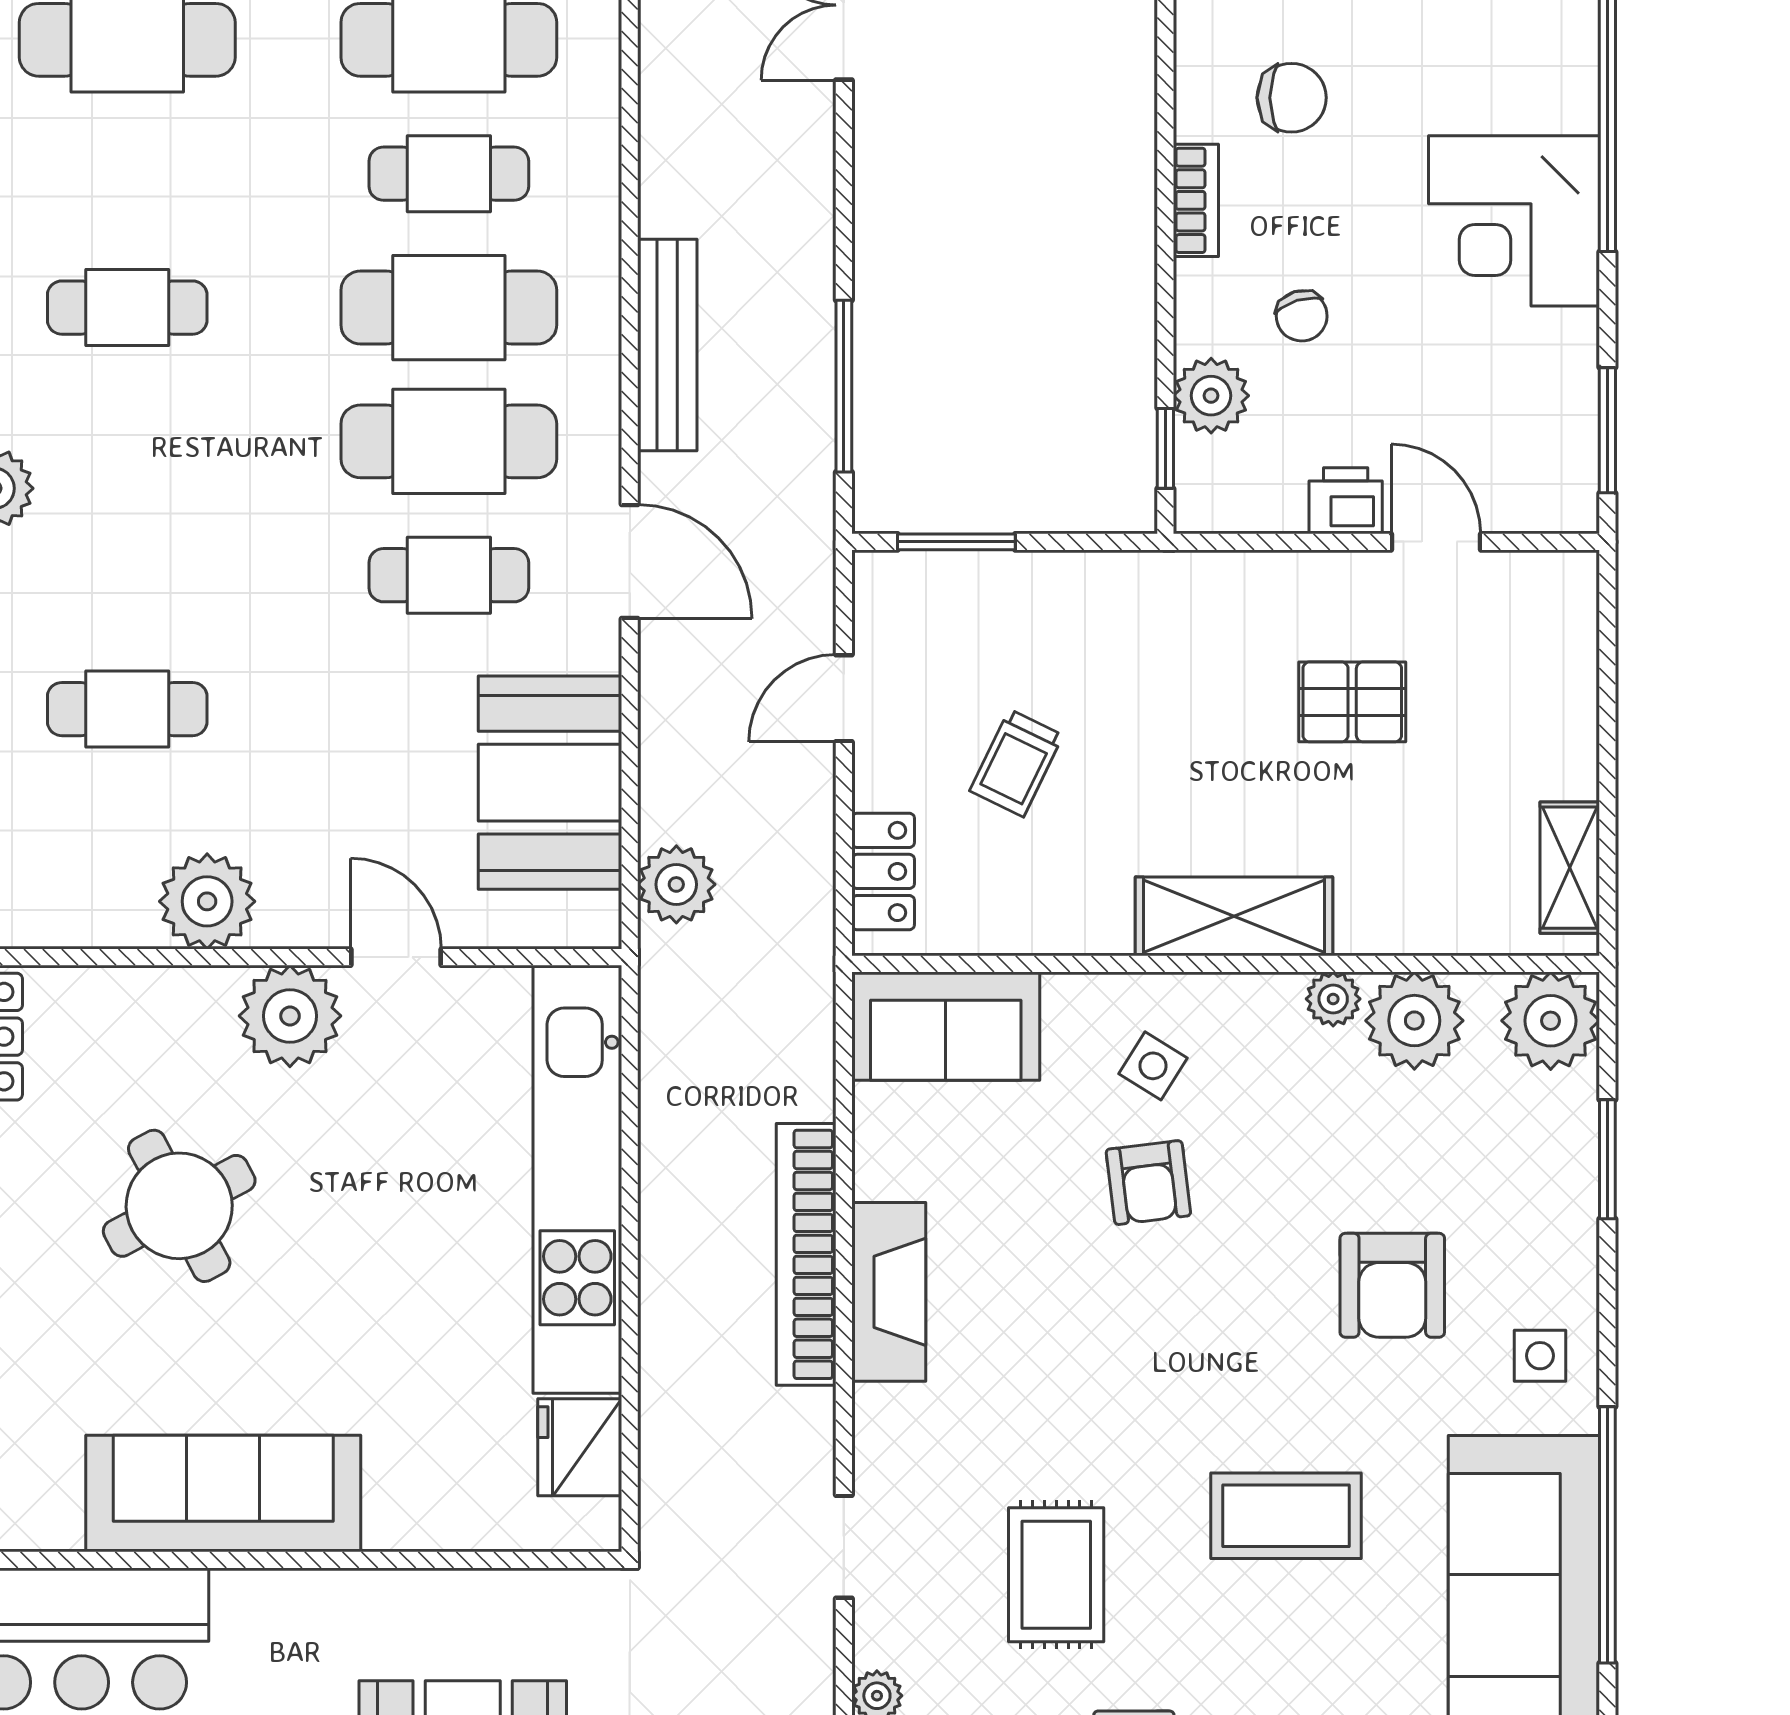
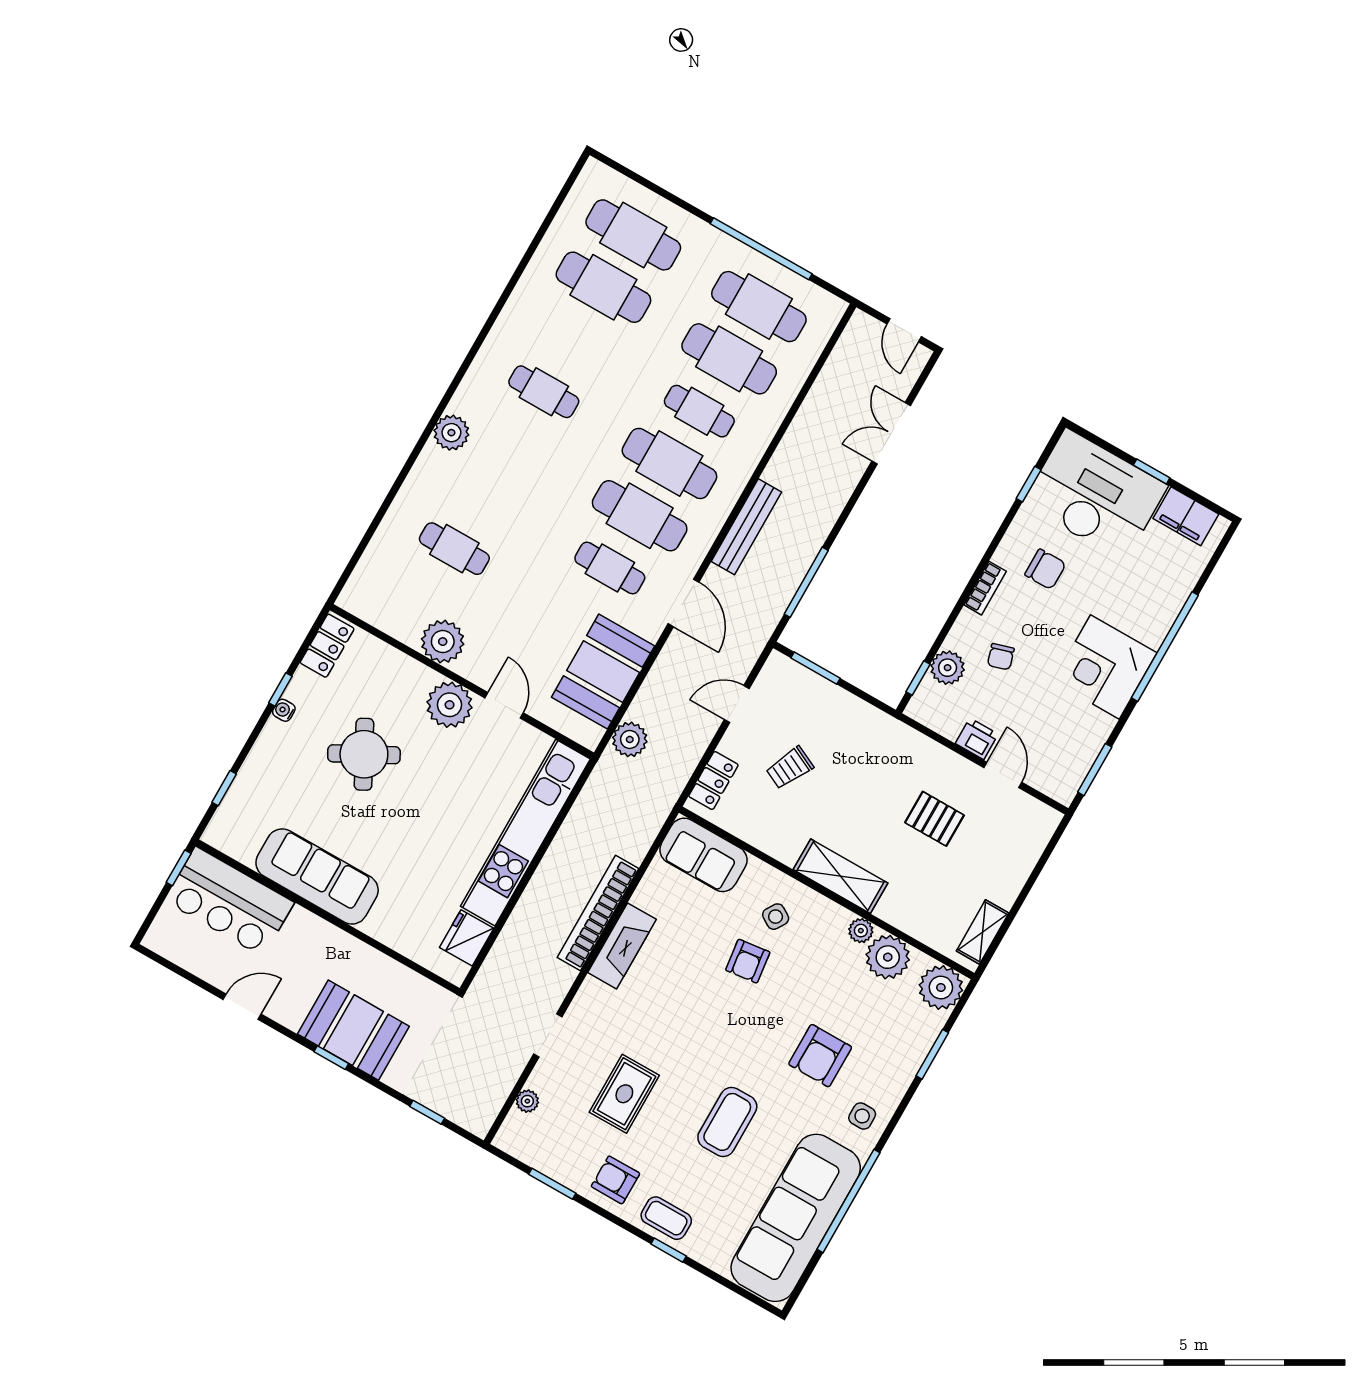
coffee table: (1286, 1516) -> (727, 1122), turned 90

